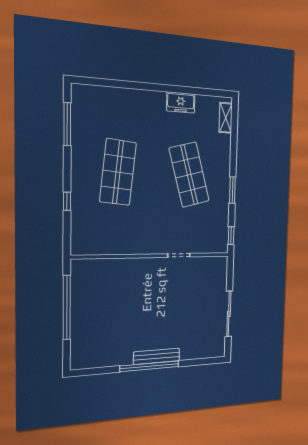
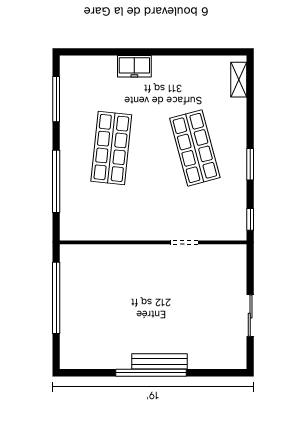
freezer: (181, 102) -> (134, 66), moved
window: (67, 201) -> (56, 181), width x3.17
sliding door: (229, 314) -> (250, 316), width x0.73

